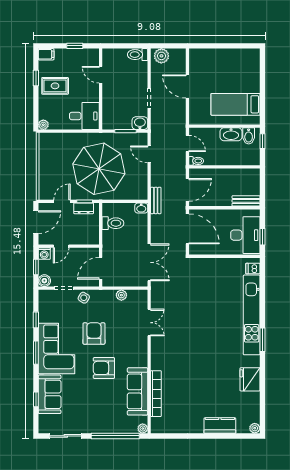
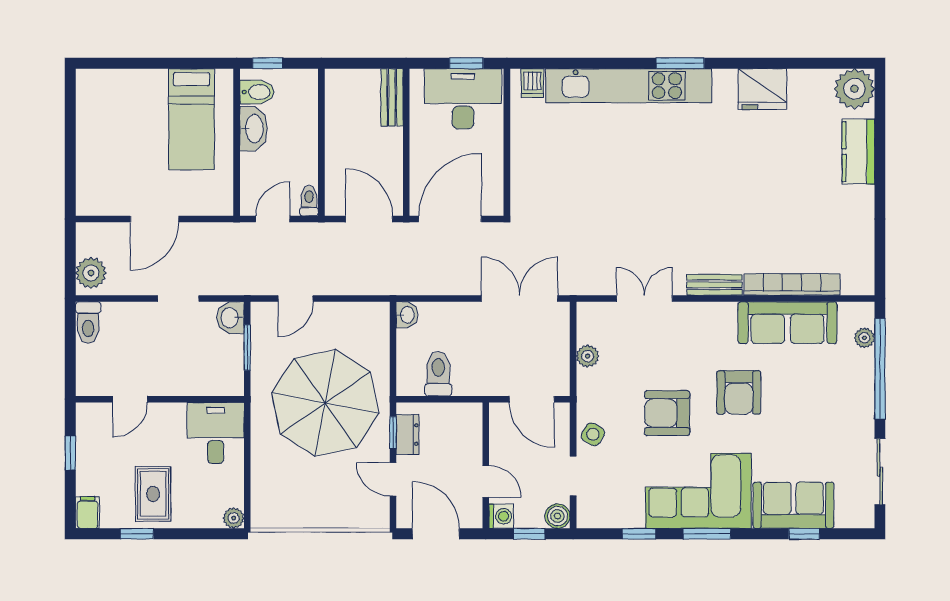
bench: (156, 200) -> (714, 285), moved
plant: (255, 428) -> (854, 89), width x1.87, depth x1.87
plant: (143, 429) -> (864, 338), moved

